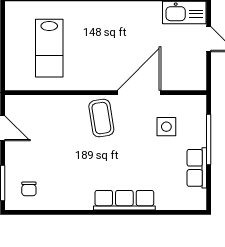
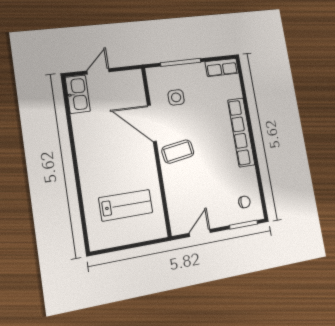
row of seats: (197, 168) -> (222, 67), moved
row of seats: (124, 200) -> (241, 132), width x1.36

